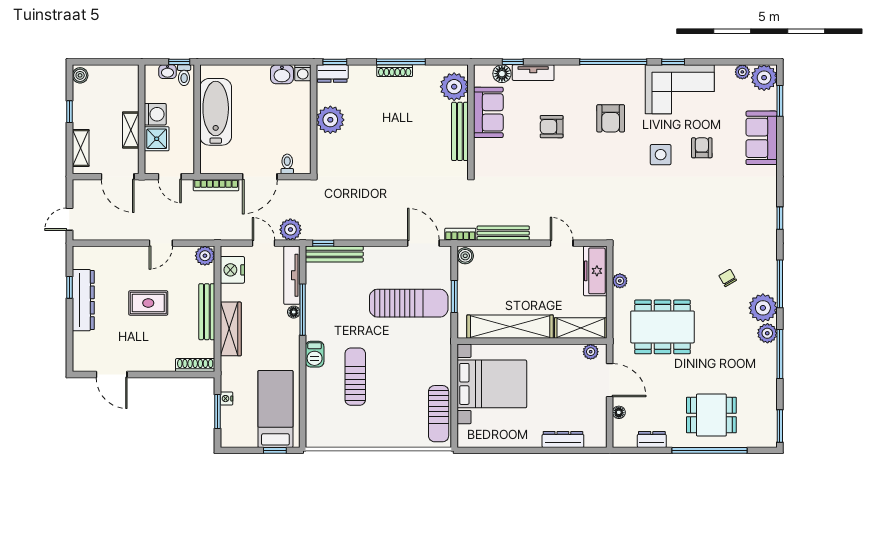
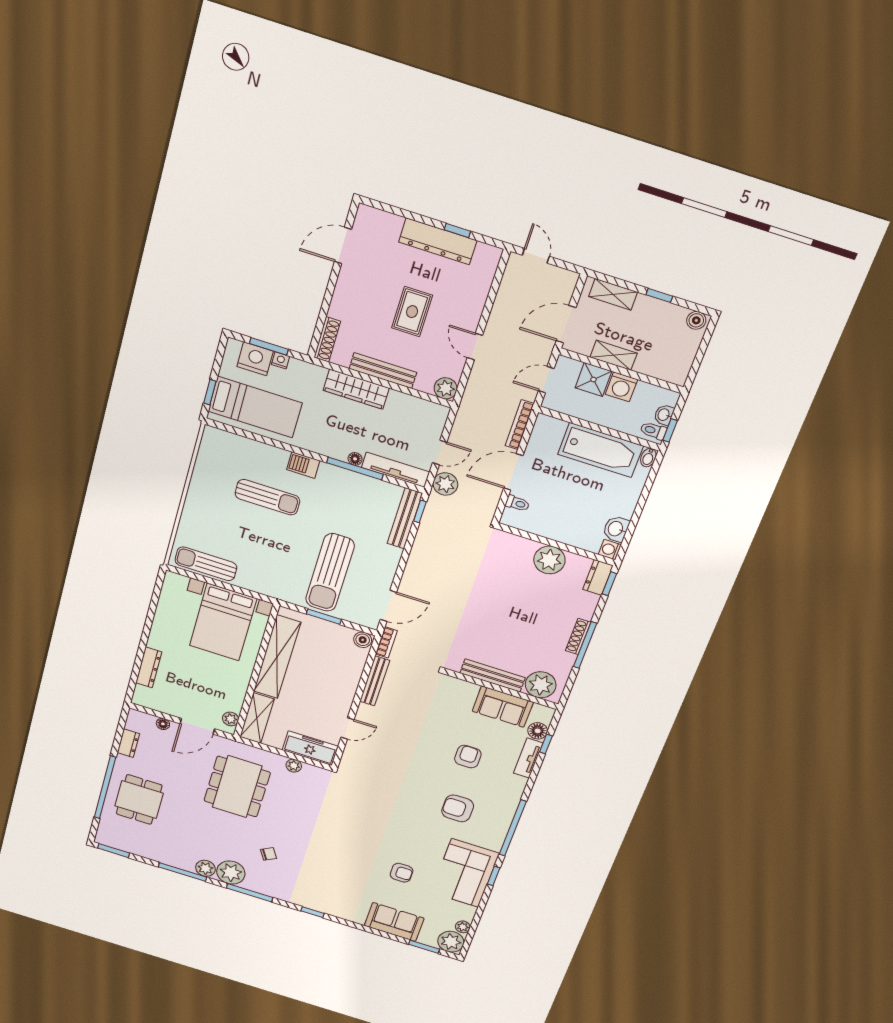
bidet: (209, 71) -> (648, 458), added
side table: (661, 155) -> (407, 838), removed
door: (260, 177) -> (513, 472), hinge flipped
nightstand: (232, 270) -> (255, 359), moved

